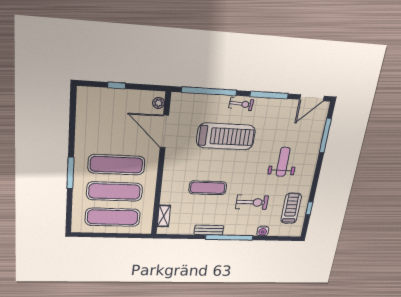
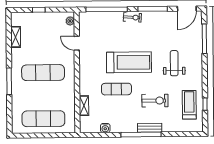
shelving: (82, 119) -> (16, 37), added
door: (164, 132) -> (77, 43), width x0.53
treadmill: (226, 136) -> (129, 62), moved
exercise mat: (114, 191) -> (43, 96), removed
shelving: (164, 216) -> (84, 106), moved
bench: (209, 230) -> (150, 128), moved
water cooler: (263, 231) -> (105, 128), moved

